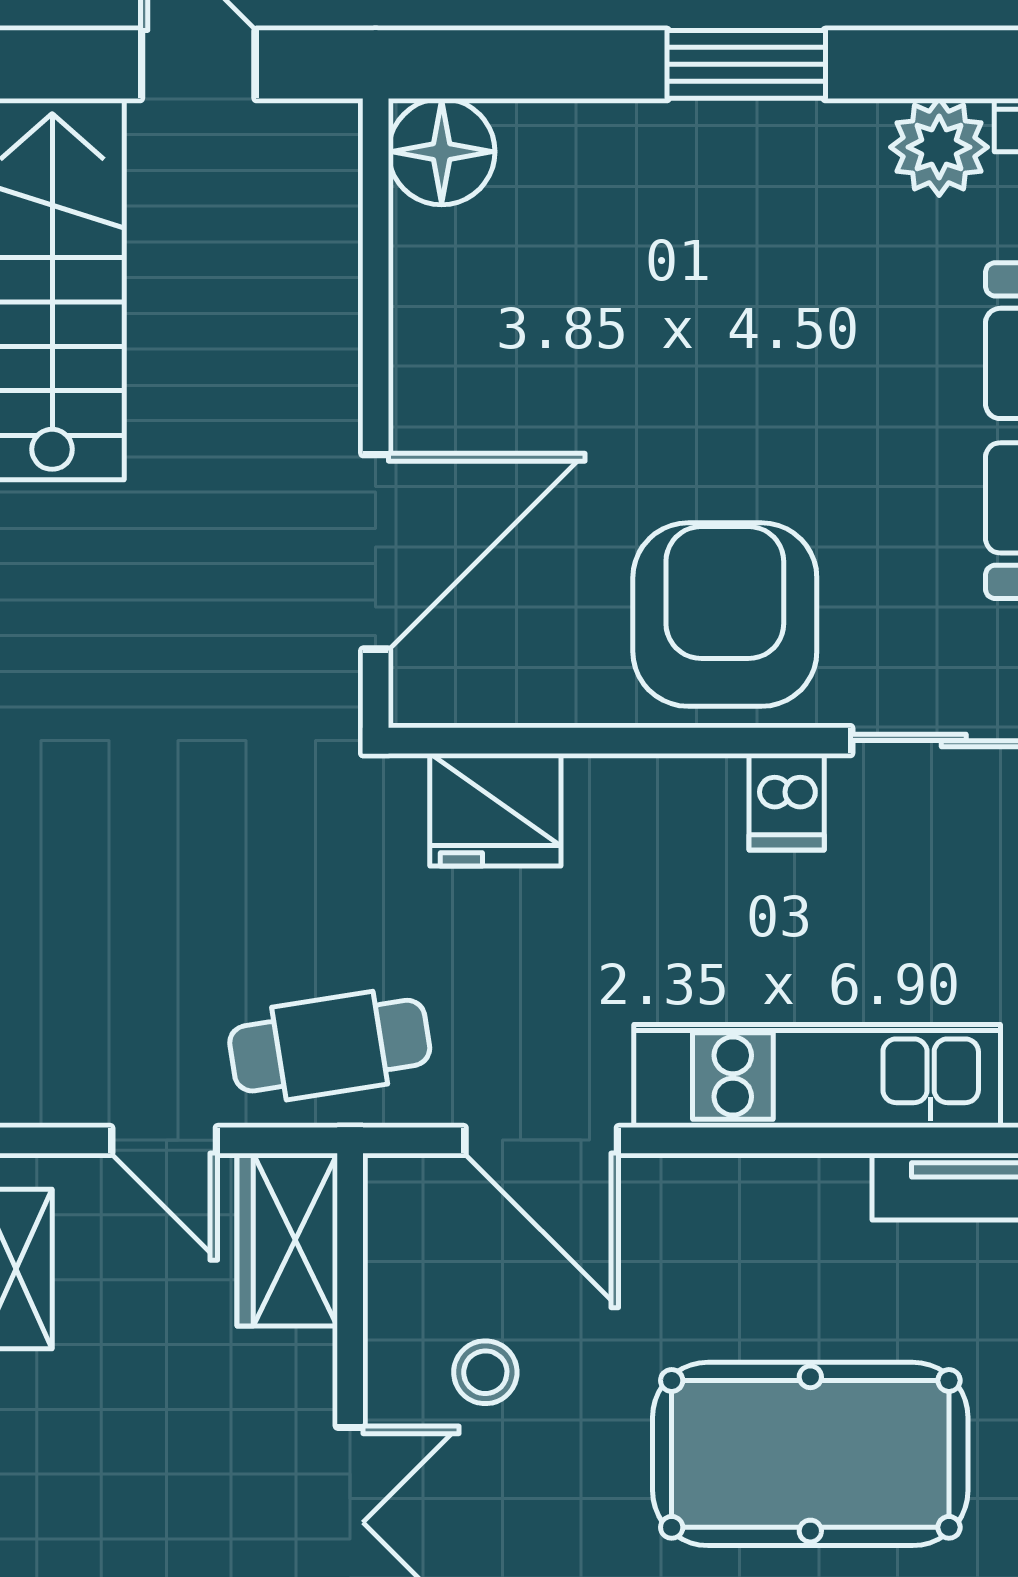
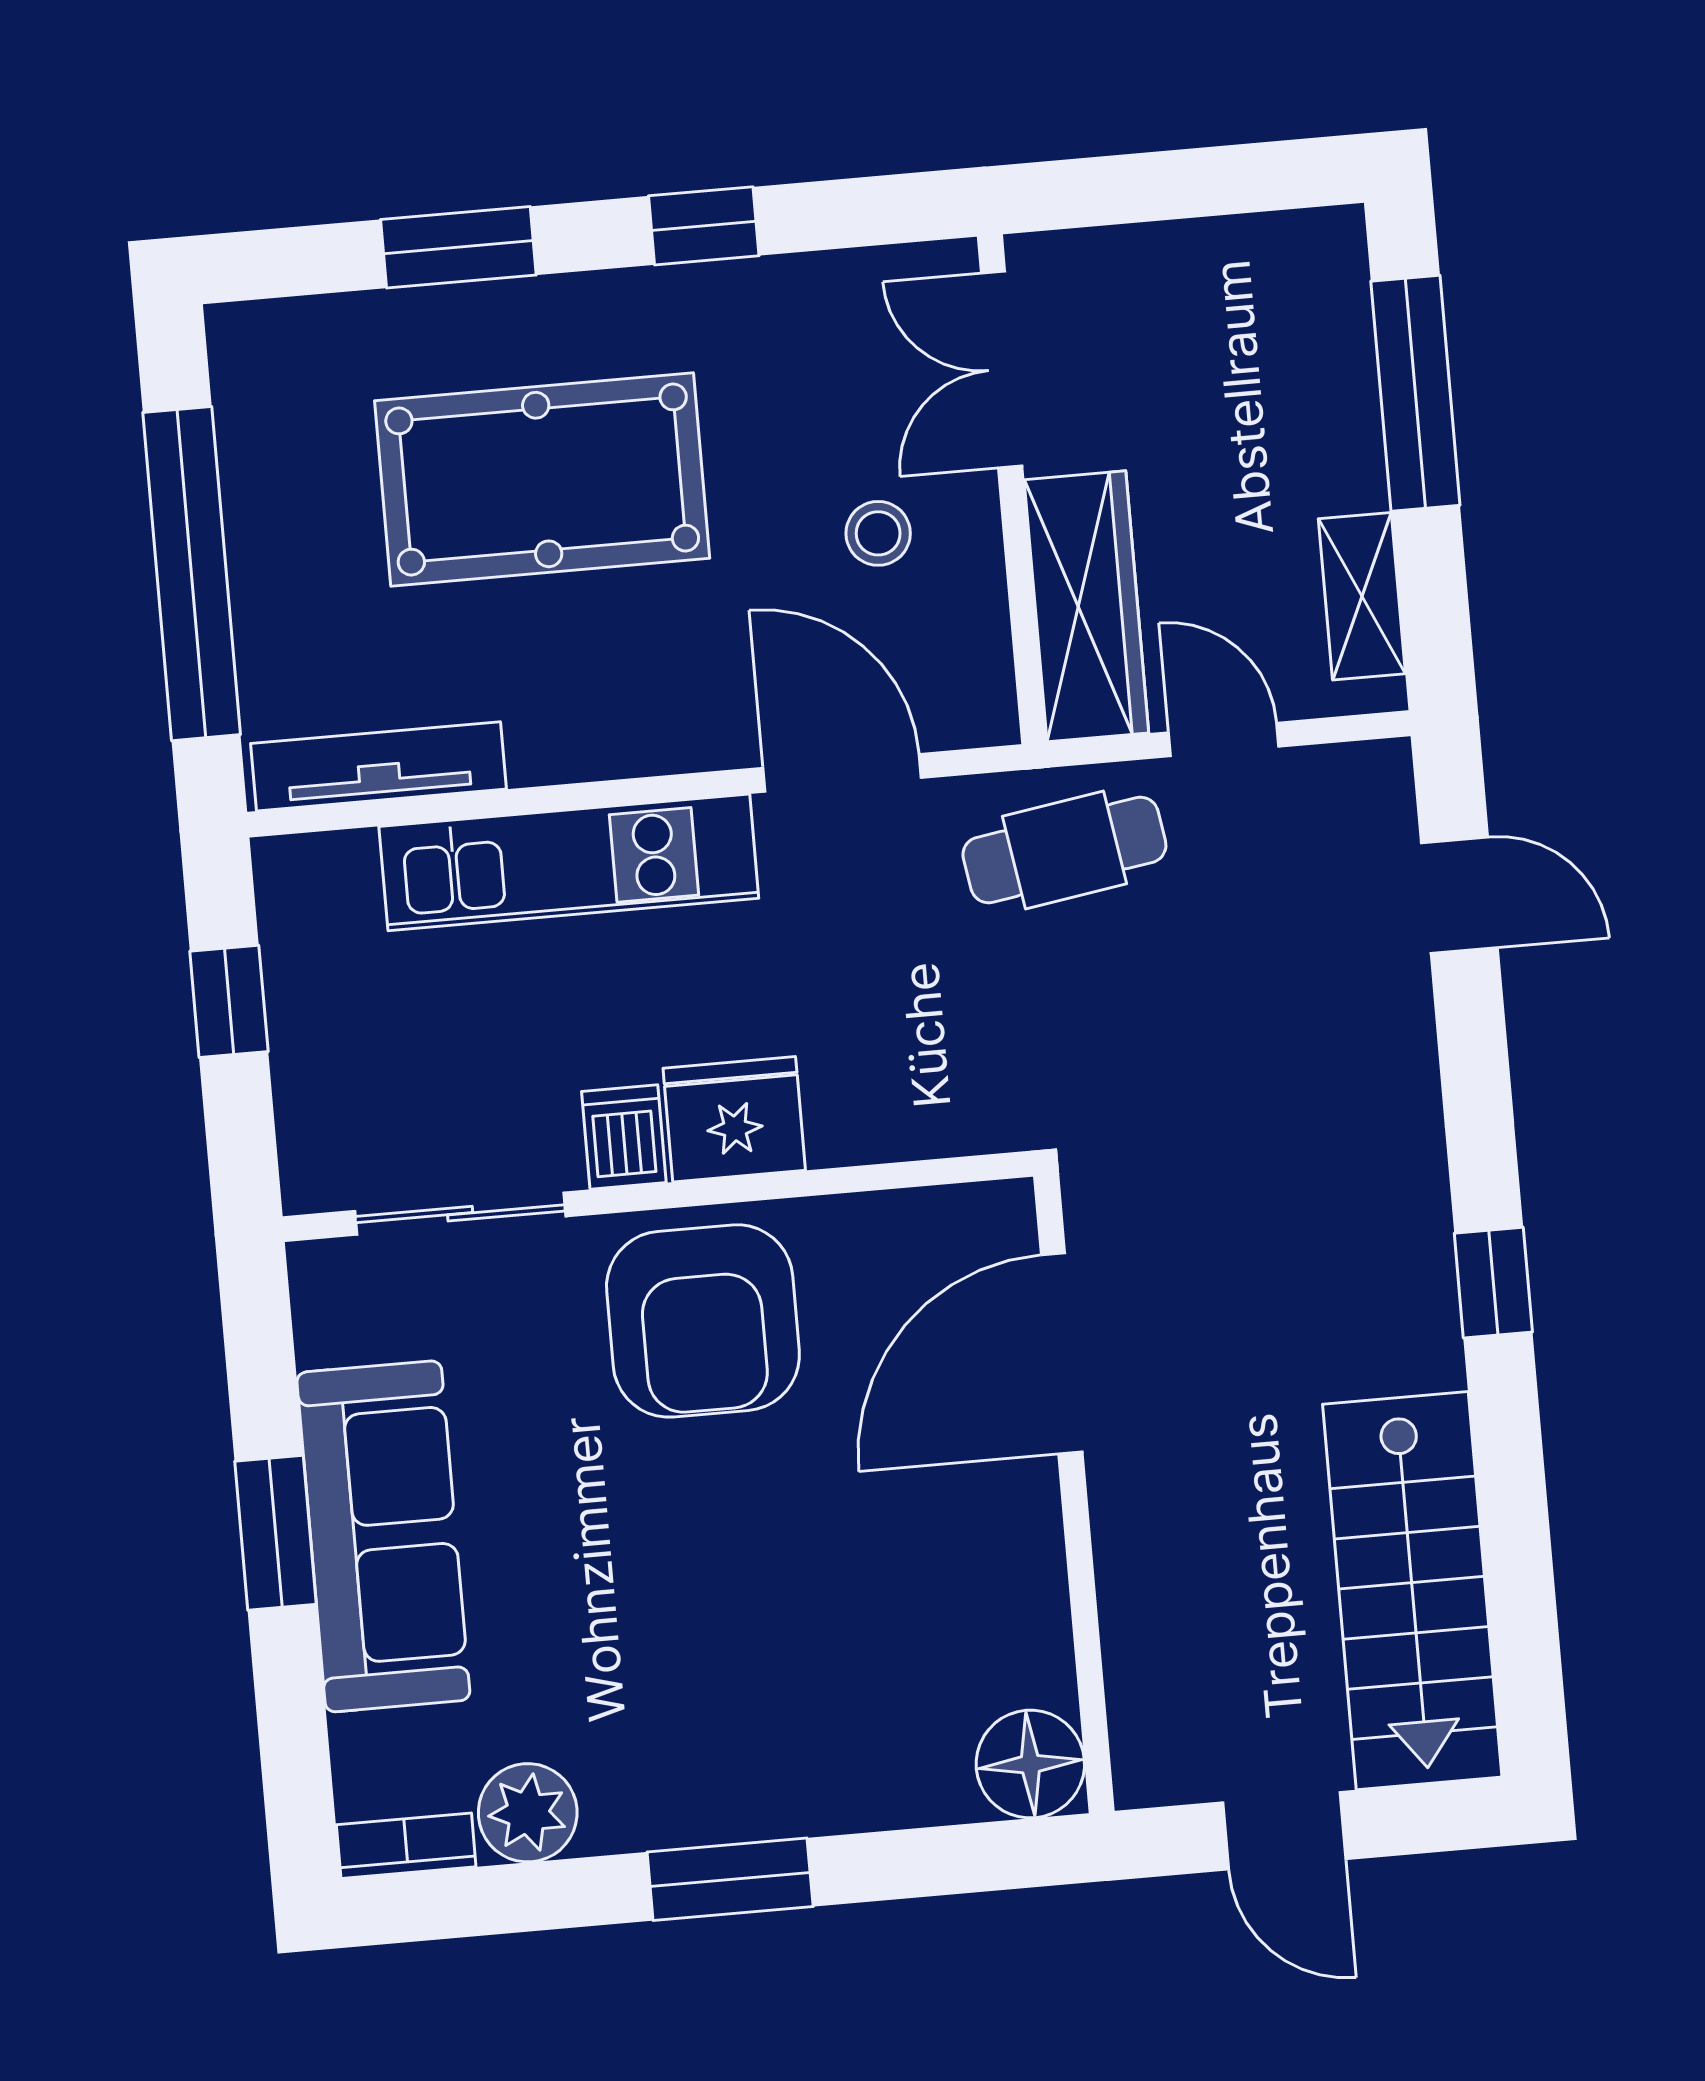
fridge: (495, 810) -> (734, 1119), moved
wardrobe: (287, 1240) -> (1086, 606), width x1.50

